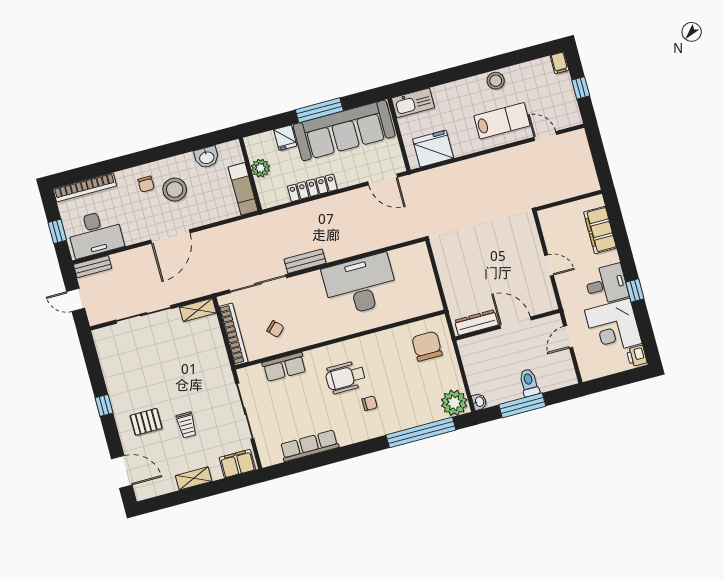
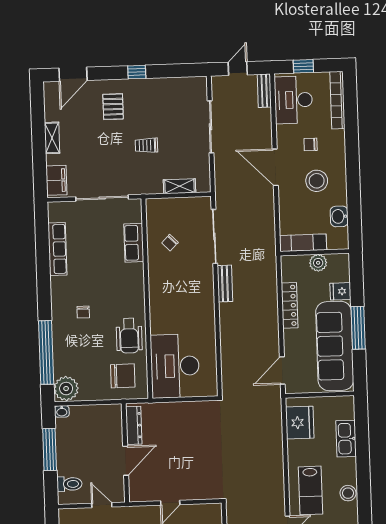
kitchen sink: (413, 103) -> (346, 439), moved
chair: (146, 184) -> (311, 144), moved
desk: (360, 285) -> (175, 366), moved, turned 180
shelving: (198, 310) -> (180, 186), moved, turned 90
bookcase: (234, 334) -> (174, 204), removed
wheelchair: (345, 377) -> (129, 336), moved, turned 180
toilet: (529, 383) -> (69, 484), moved
trolley: (186, 425) -> (146, 145), moved

